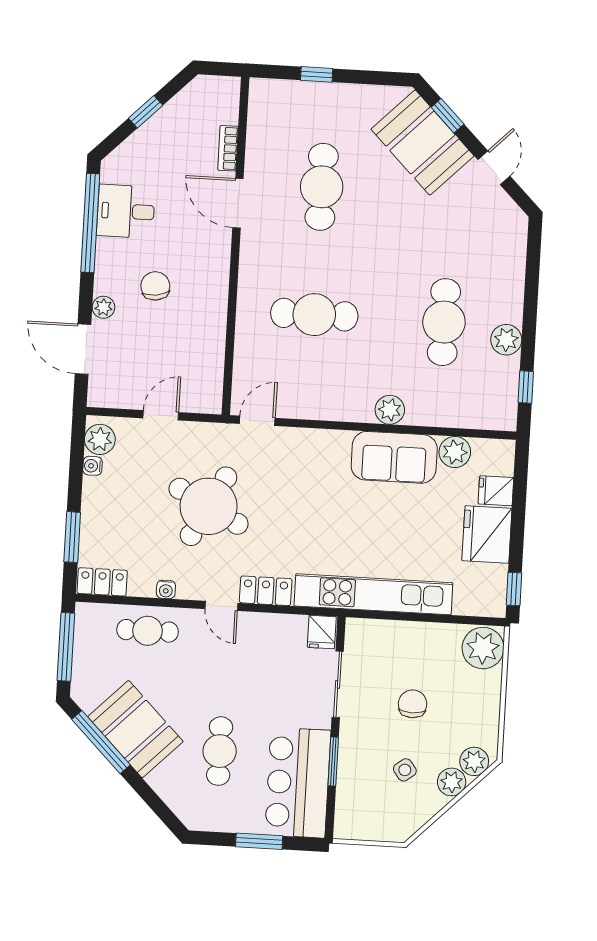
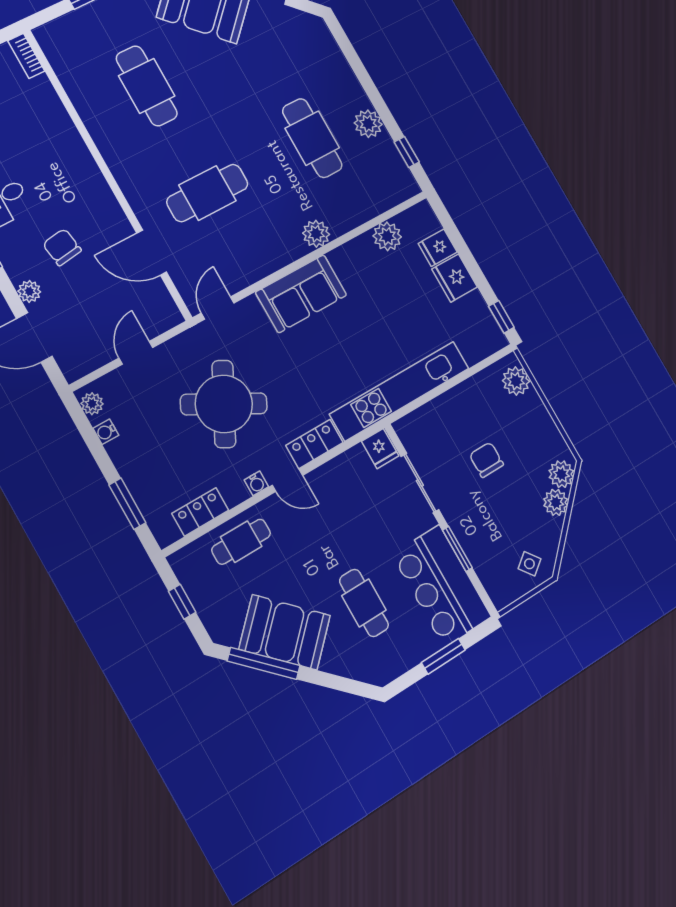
bookcase: (228, 148) -> (26, 56), moved
door: (238, 203) -> (152, 253), moved
plant: (100, 439) -> (92, 404), width x0.73, depth x0.73
sofa: (394, 457) -> (301, 294), moved
fridge: (487, 534) -> (455, 278), width x0.73, depth x0.75
locker: (102, 582) -> (200, 512), moved
water cooler: (166, 589) -> (256, 483), moved
window: (66, 647) -> (182, 602), width x0.46
plant: (483, 648) -> (516, 381), width x0.73, depth x0.73
side table: (405, 770) -> (529, 564), moved

